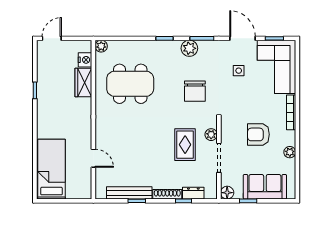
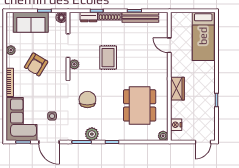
wardrobe: (83, 83) -> (177, 89), moved
dining table: (130, 84) -> (140, 105), turned 90
armchair: (258, 134) -> (36, 64), turned 121
rug: (185, 145) -> (108, 58), moved

